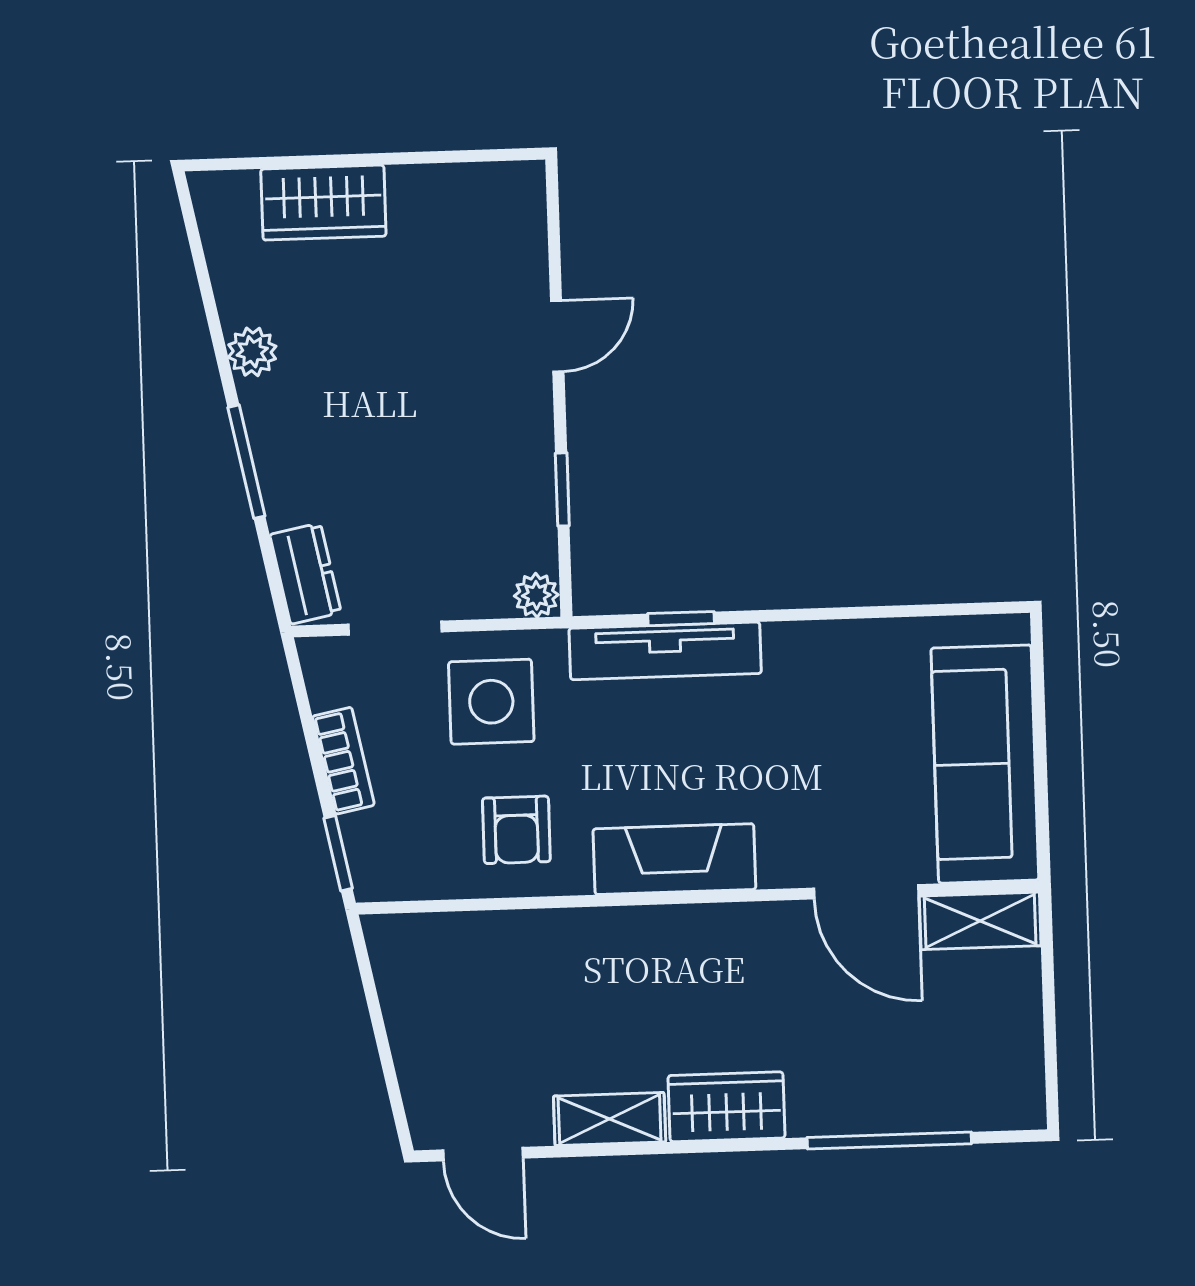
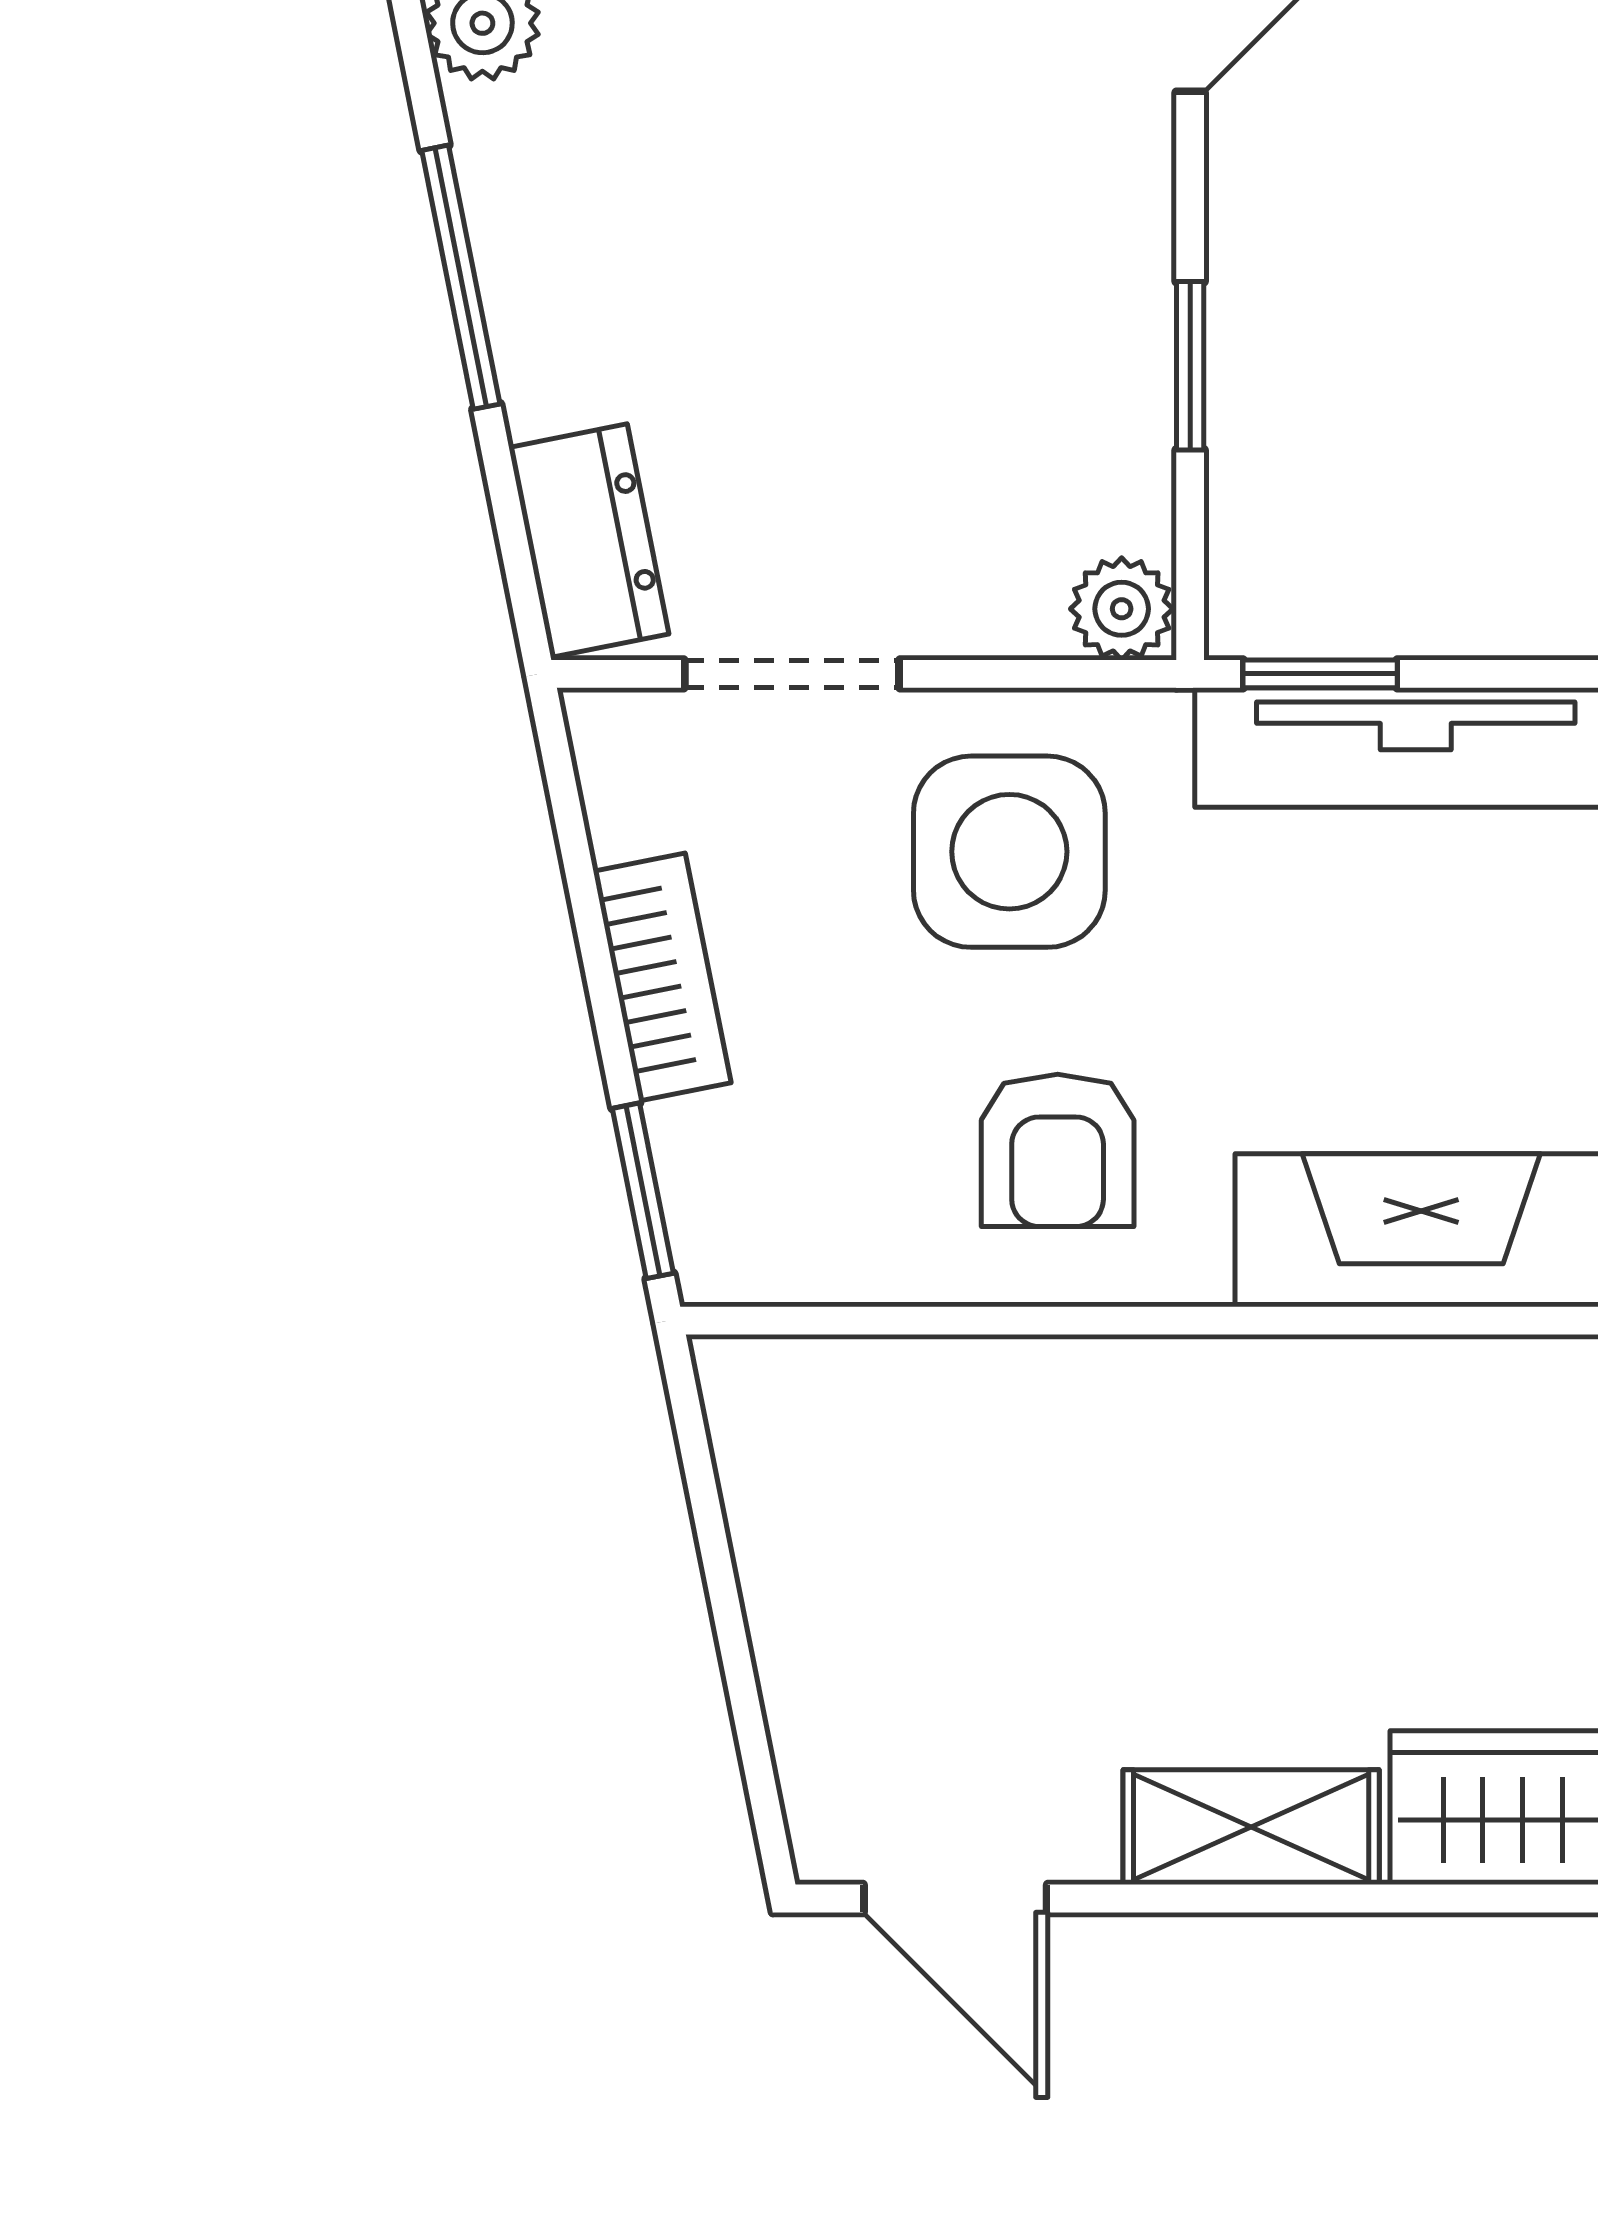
window: (681, 619) -> (1320, 674), moved

